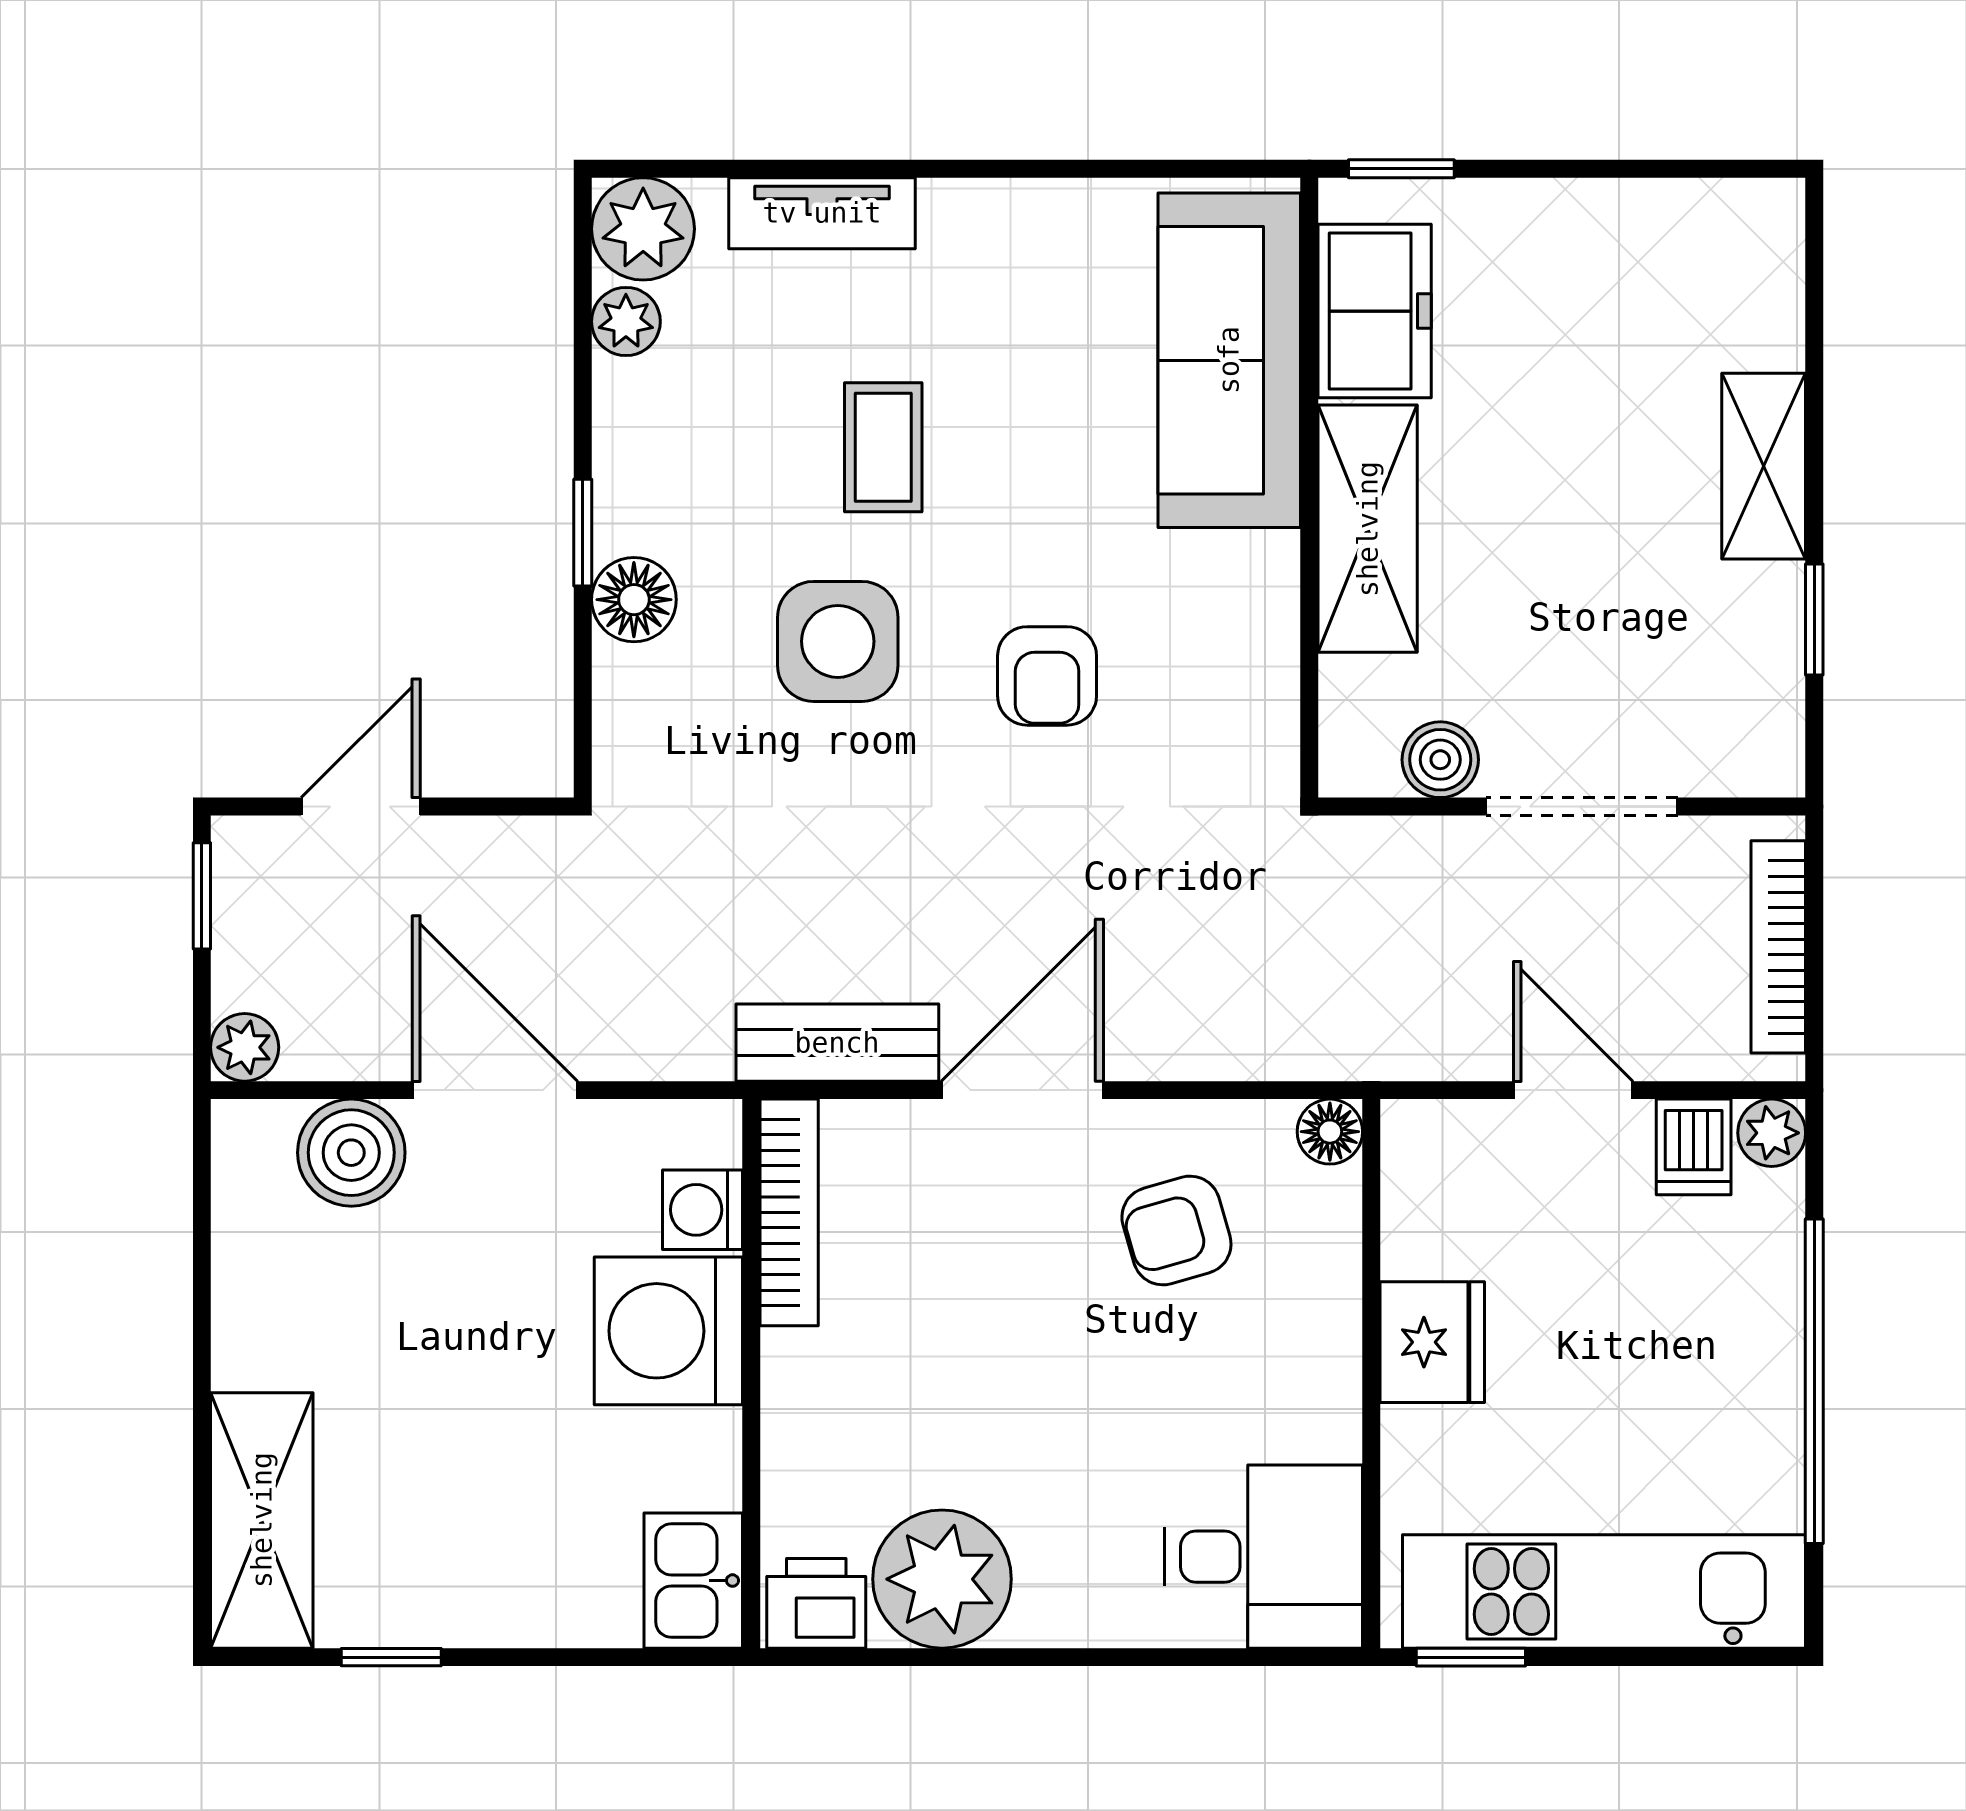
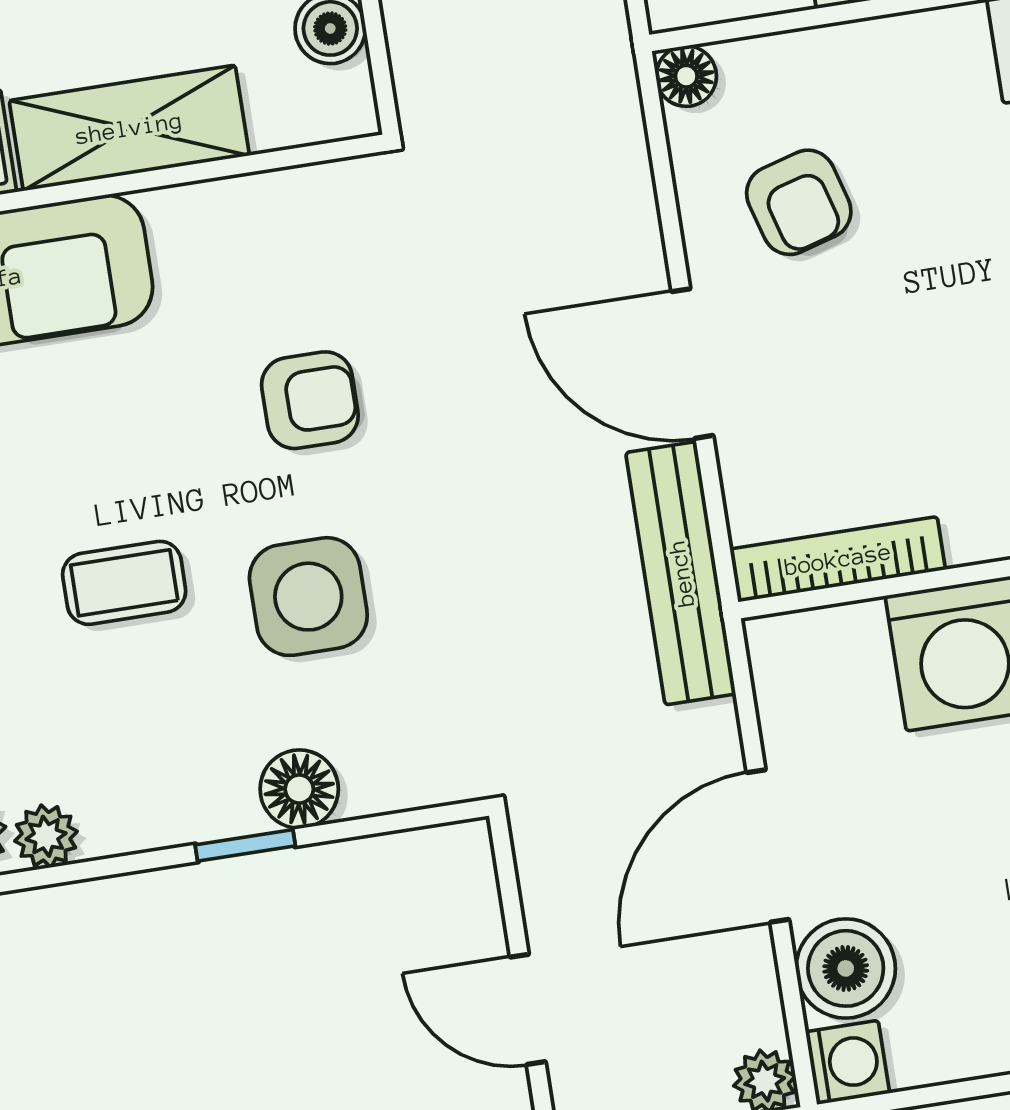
bench: (837, 1043) -> (681, 573), width x1.36
washing machine: (702, 1210) -> (848, 1062), moved, turned -90

